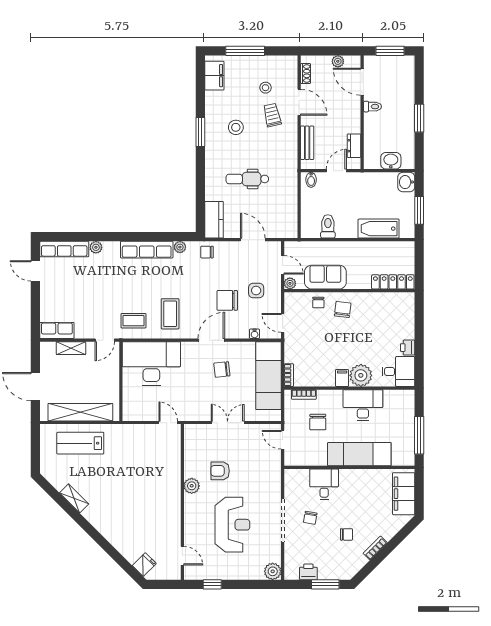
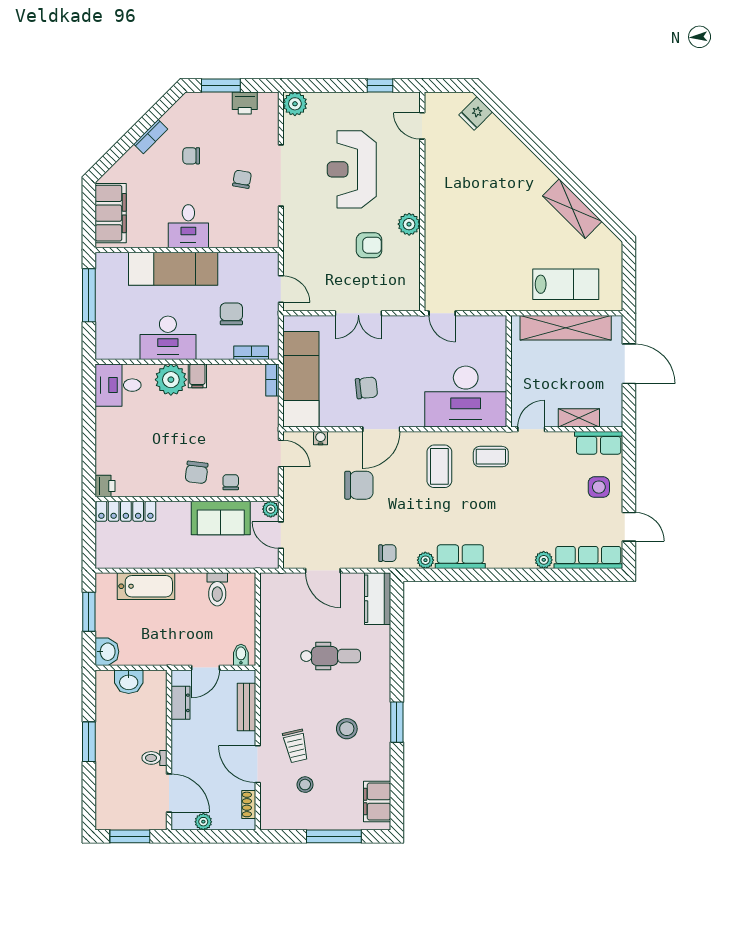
row of seats: (147, 250) -> (460, 557), width x0.68
side table: (256, 291) -> (599, 487), moved
printer: (408, 348) -> (105, 486), moved
desk: (324, 484) -> (188, 226), moved
shelving: (74, 498) -> (572, 209), width x1.50, depth x1.33

